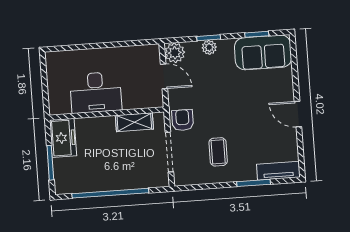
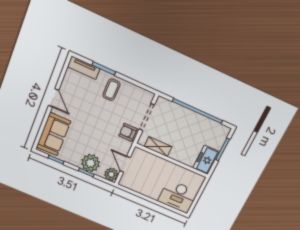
plant: (209, 47) -> (90, 163), width x1.88, depth x1.88
sofa: (263, 52) -> (54, 134), moved, turned 90
desk: (96, 92) -> (178, 196), moved, turned 180
armchair: (183, 120) -> (128, 132), turned 90
coffee table: (218, 152) -> (111, 90), moved

